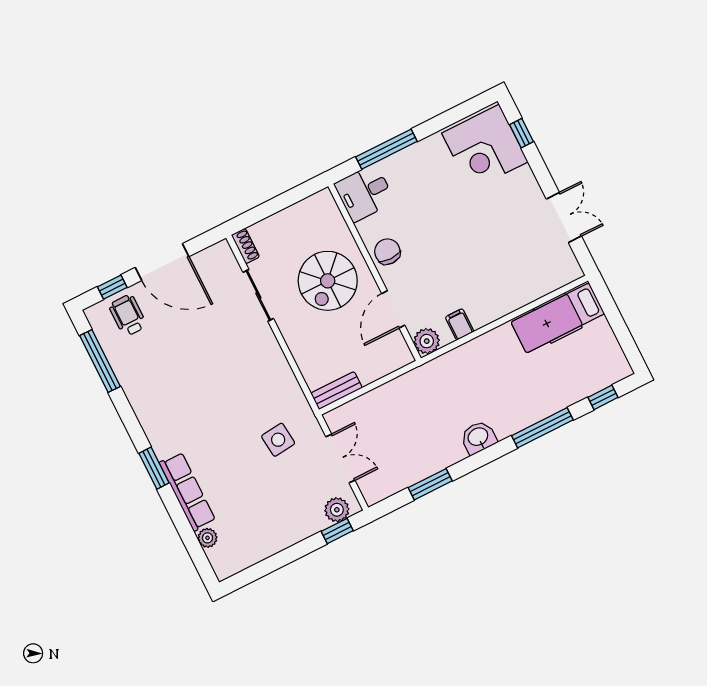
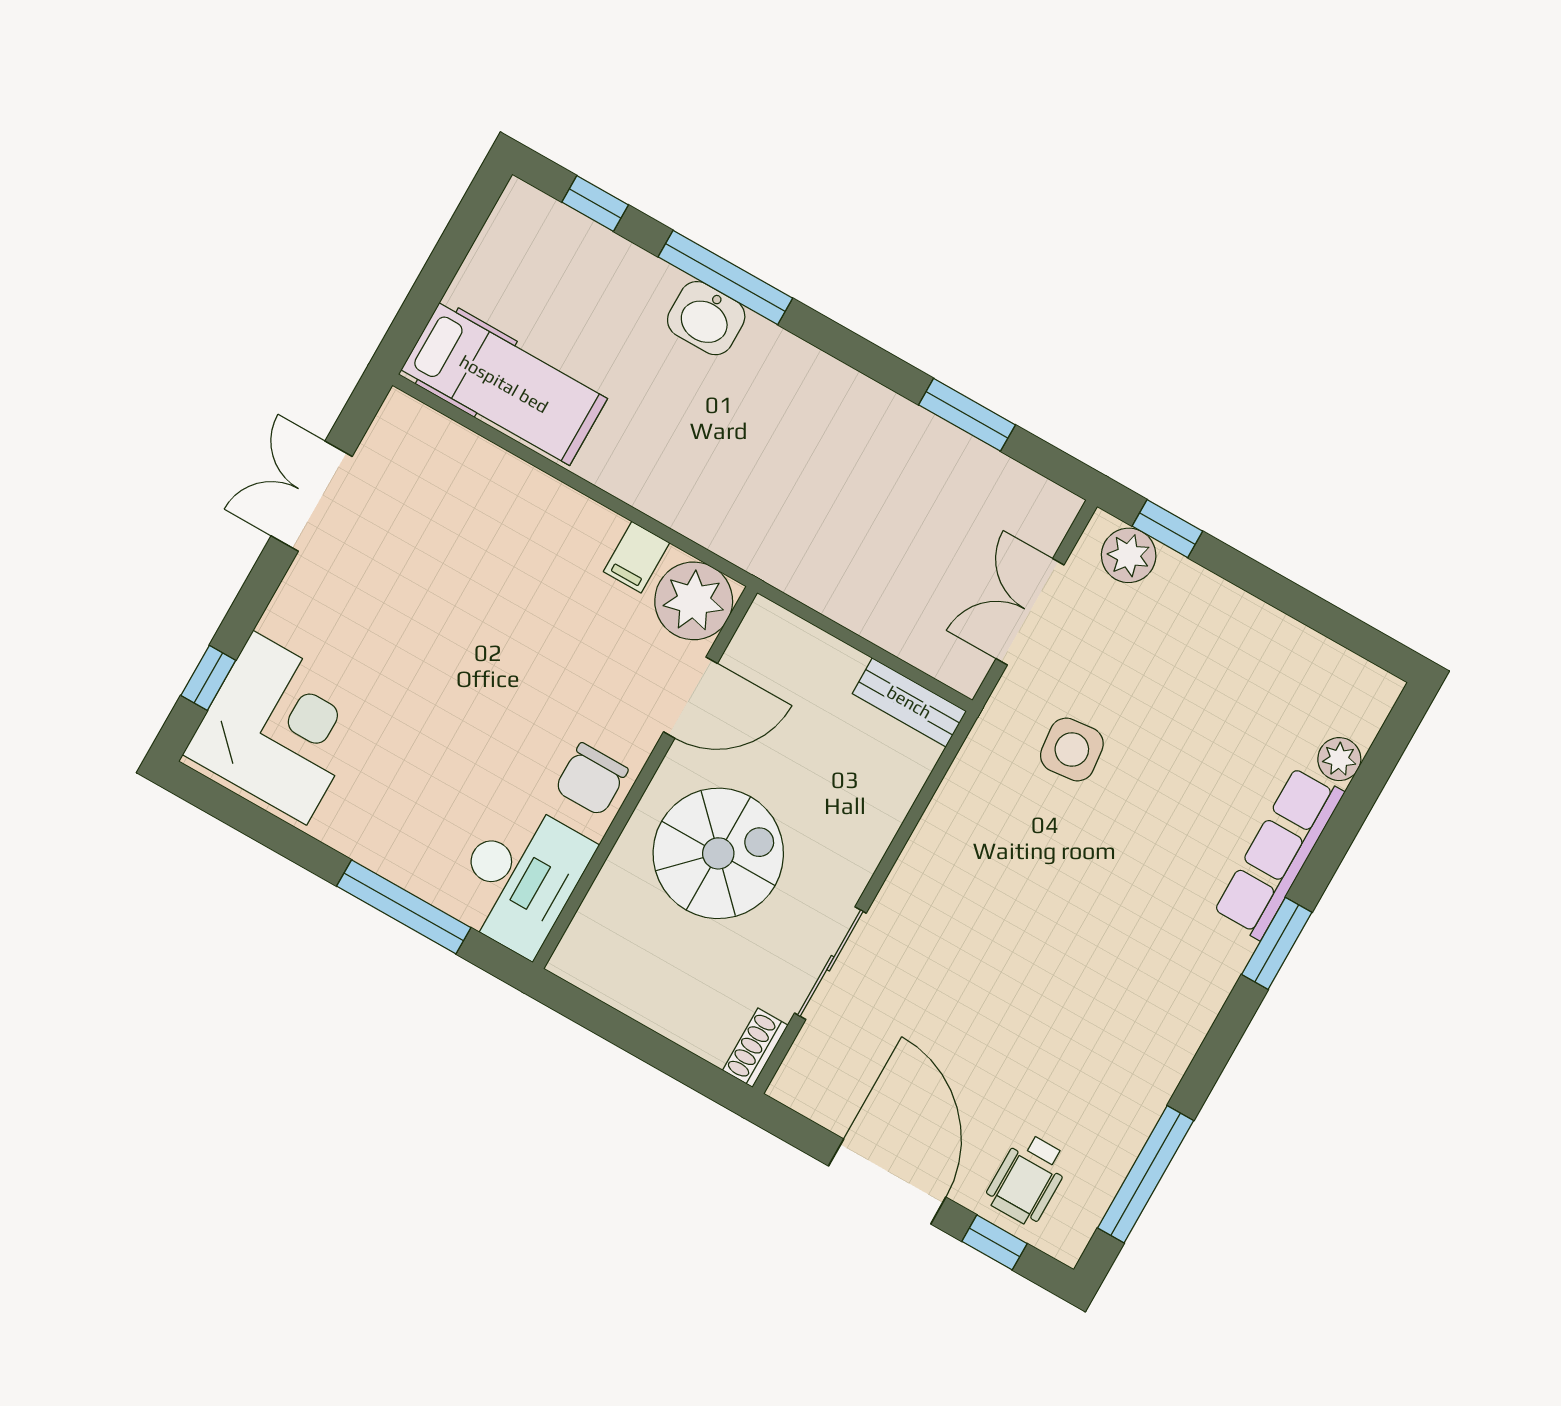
desk: (365, 193) -> (520, 878), width x1.37
plant: (427, 341) -> (694, 601), width x1.36, depth x1.36
washbasin: (478, 437) -> (706, 318), moved

